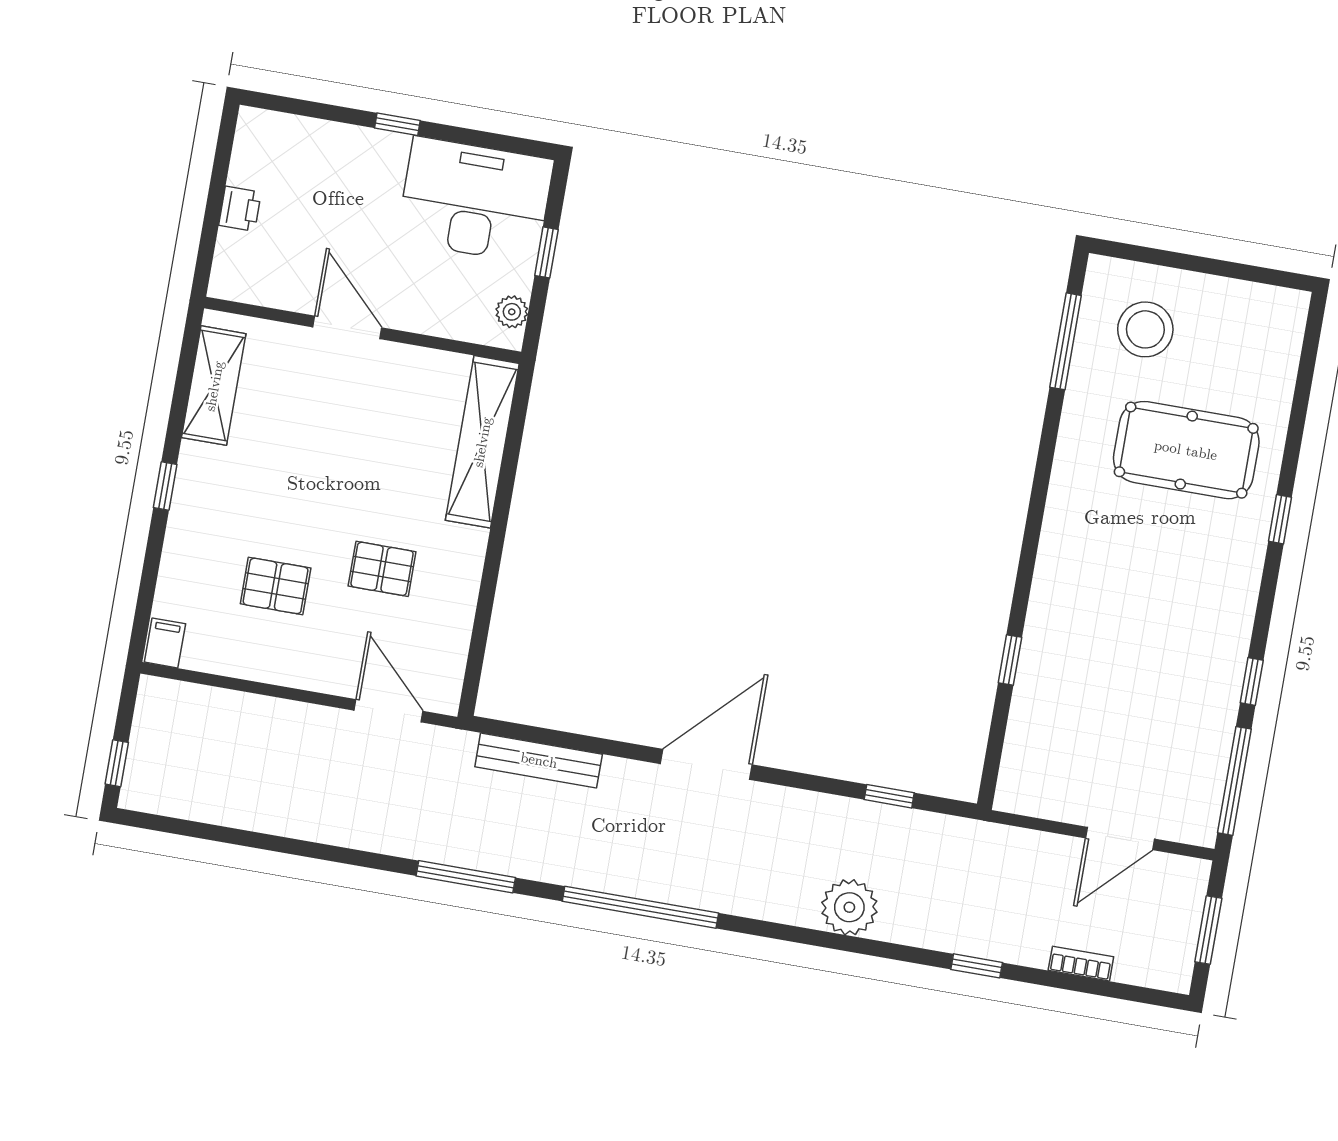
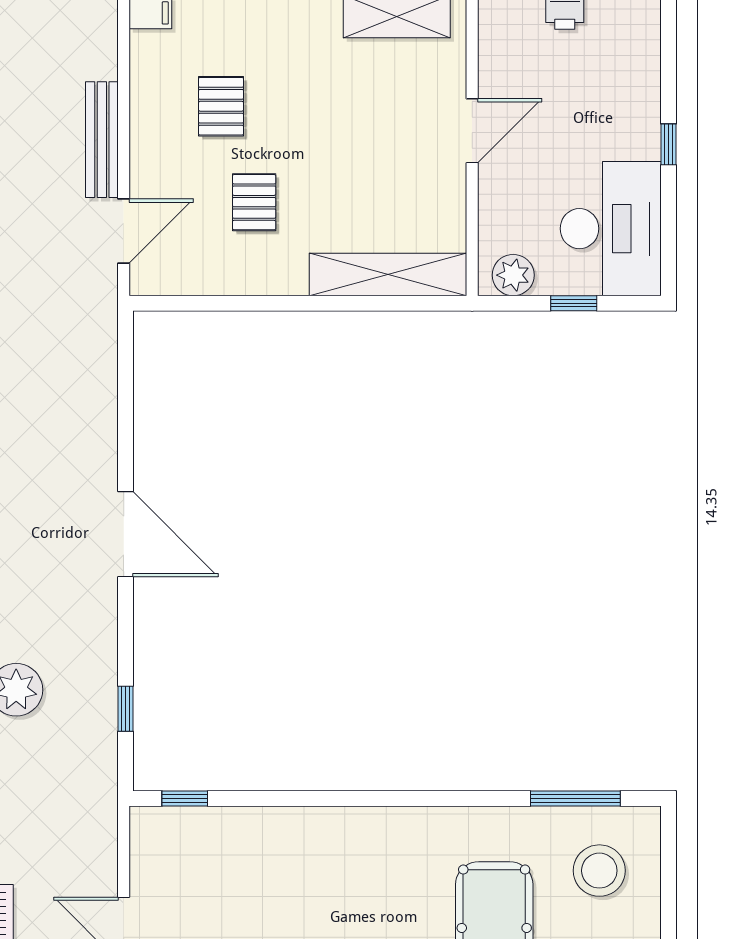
plant: (512, 312) -> (513, 275), width x1.38, depth x1.38
window: (1010, 660) -> (185, 799), moved
bench: (539, 760) -> (102, 140), moved

